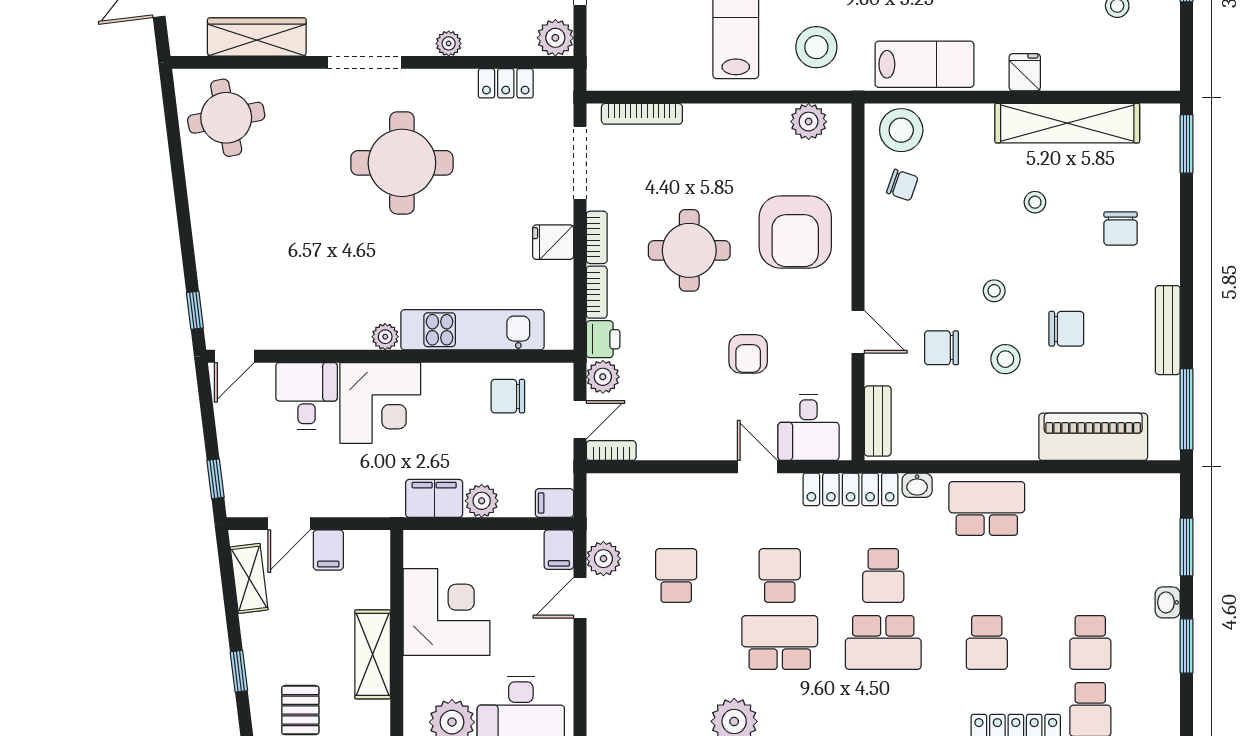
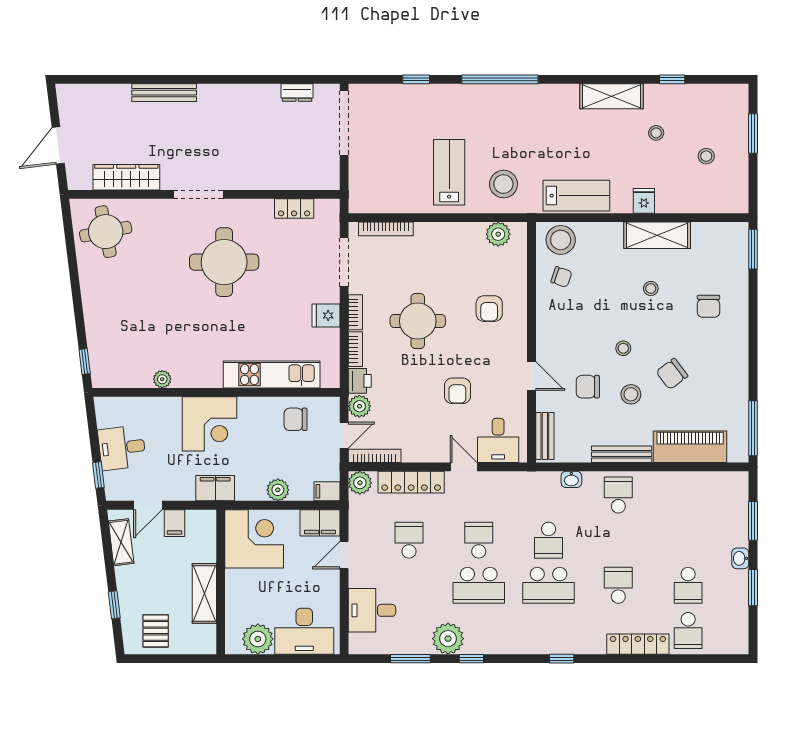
plant: (555, 38) -> (328, 178), removed
plant: (449, 43) -> (256, 182), removed
shelving: (1067, 123) -> (657, 235), width x0.68
armchair: (795, 232) -> (489, 309), width x0.53, depth x0.53
chair: (1066, 329) -> (672, 374), turned 143
bench: (1168, 330) -> (622, 454), moved, turned 90
plant: (385, 337) -> (162, 379), moved
door: (234, 356) -> (111, 392), removed
desk: (307, 396) -> (122, 448), moved, turned -97
bookcase: (611, 451) -> (375, 456), width x1.56
locker: (851, 489) -> (411, 482), moved
filing cabinet: (434, 498) -> (215, 488), moved
school desk: (987, 508) -> (618, 495), width x0.54
filing cabinet: (559, 550) -> (320, 523), width x2.00
plant: (603, 559) -> (360, 483), moved
corner desk: (446, 612) -> (254, 539), moved
school desk: (780, 642) -> (479, 585), turned 180
school desk: (987, 642) -> (618, 585), turned 180
desk: (621, 680) -> (372, 610), added

